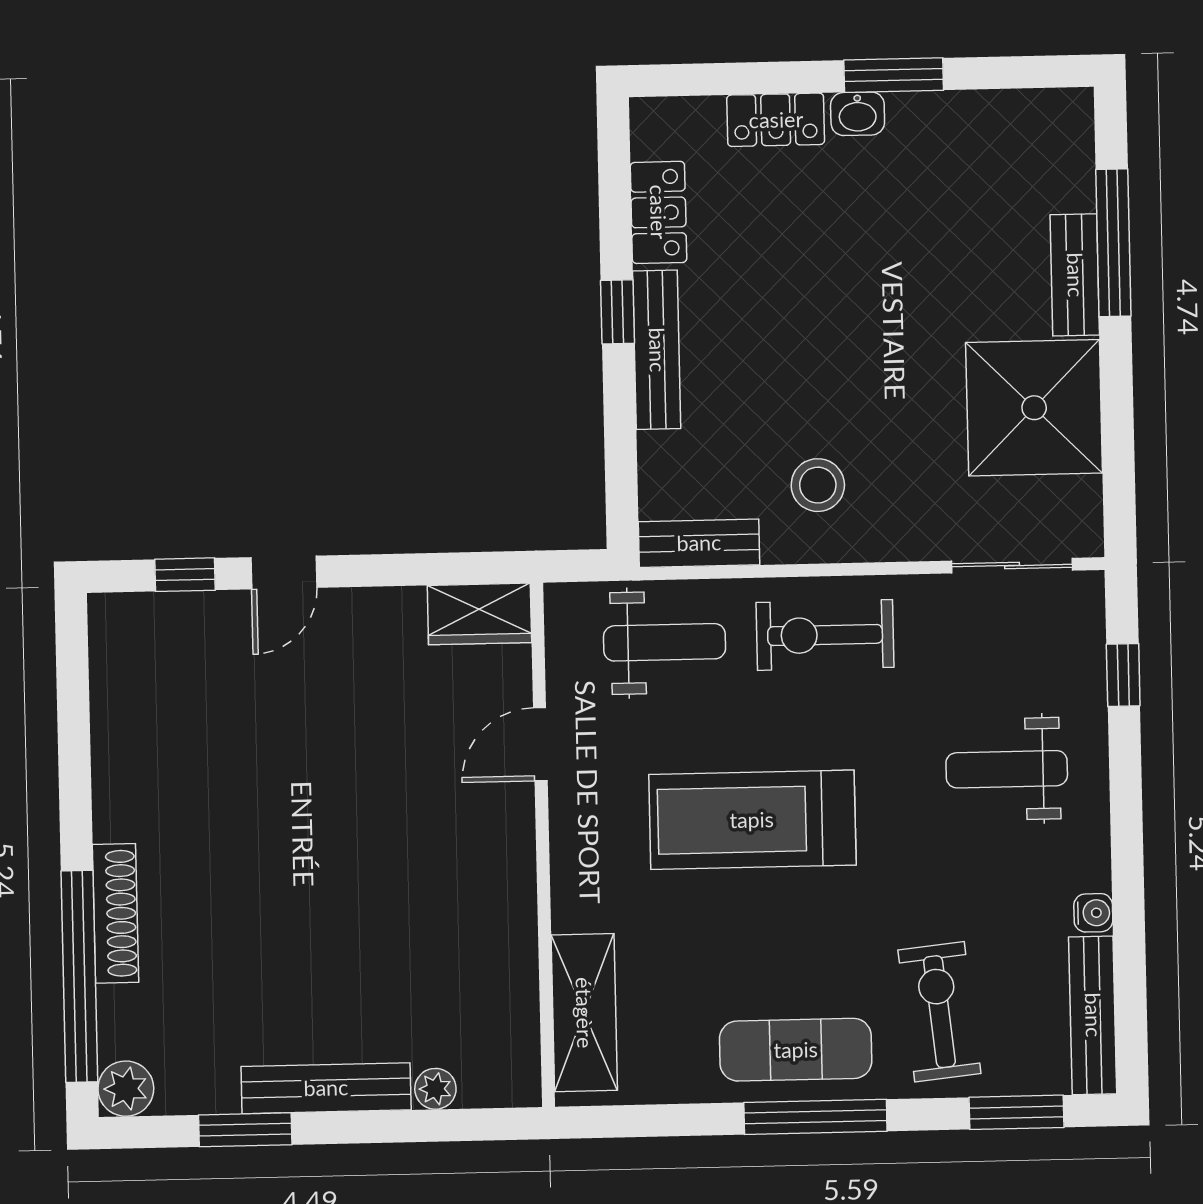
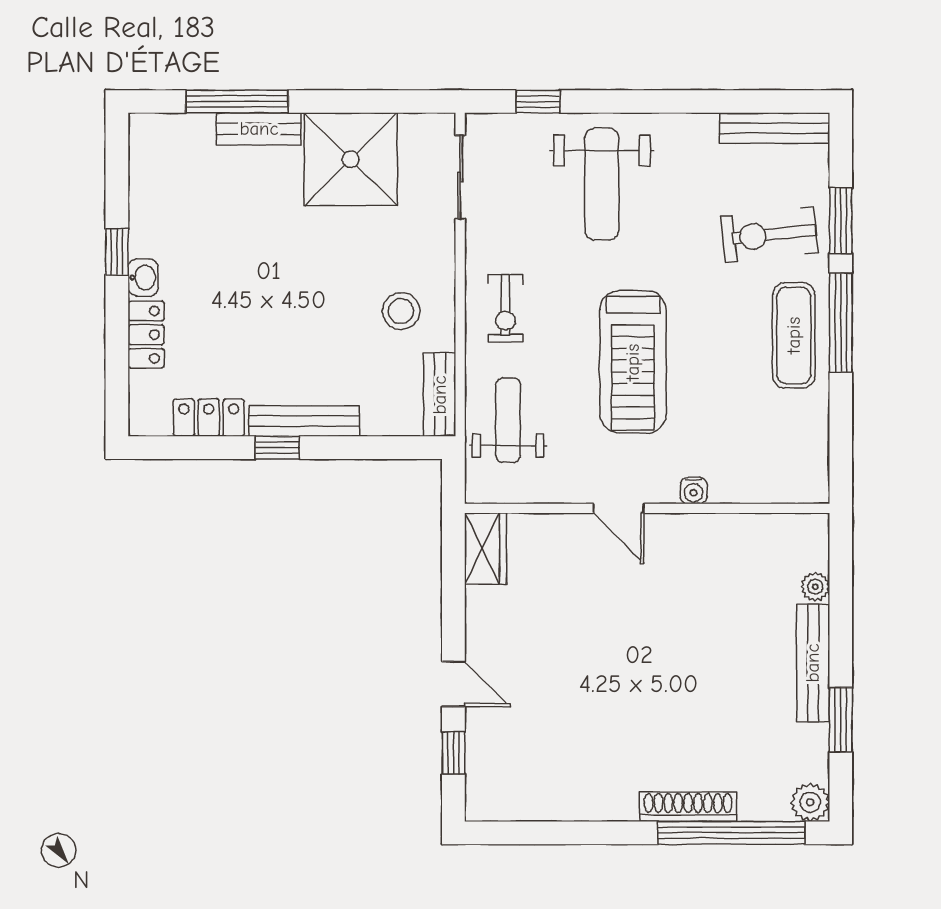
window: (894, 75) -> (117, 252), width x0.67
exercise bike: (825, 635) -> (505, 308), width x0.73, depth x0.72
door: (540, 744) -> (619, 508), moved
weight bench: (1007, 769) -> (602, 184), width x1.36, depth x1.33
water cooler: (1093, 913) -> (694, 490), moved, turned 180
shelving: (584, 1013) -> (765, 482), removed
window: (1017, 1112) -> (841, 221), moved

